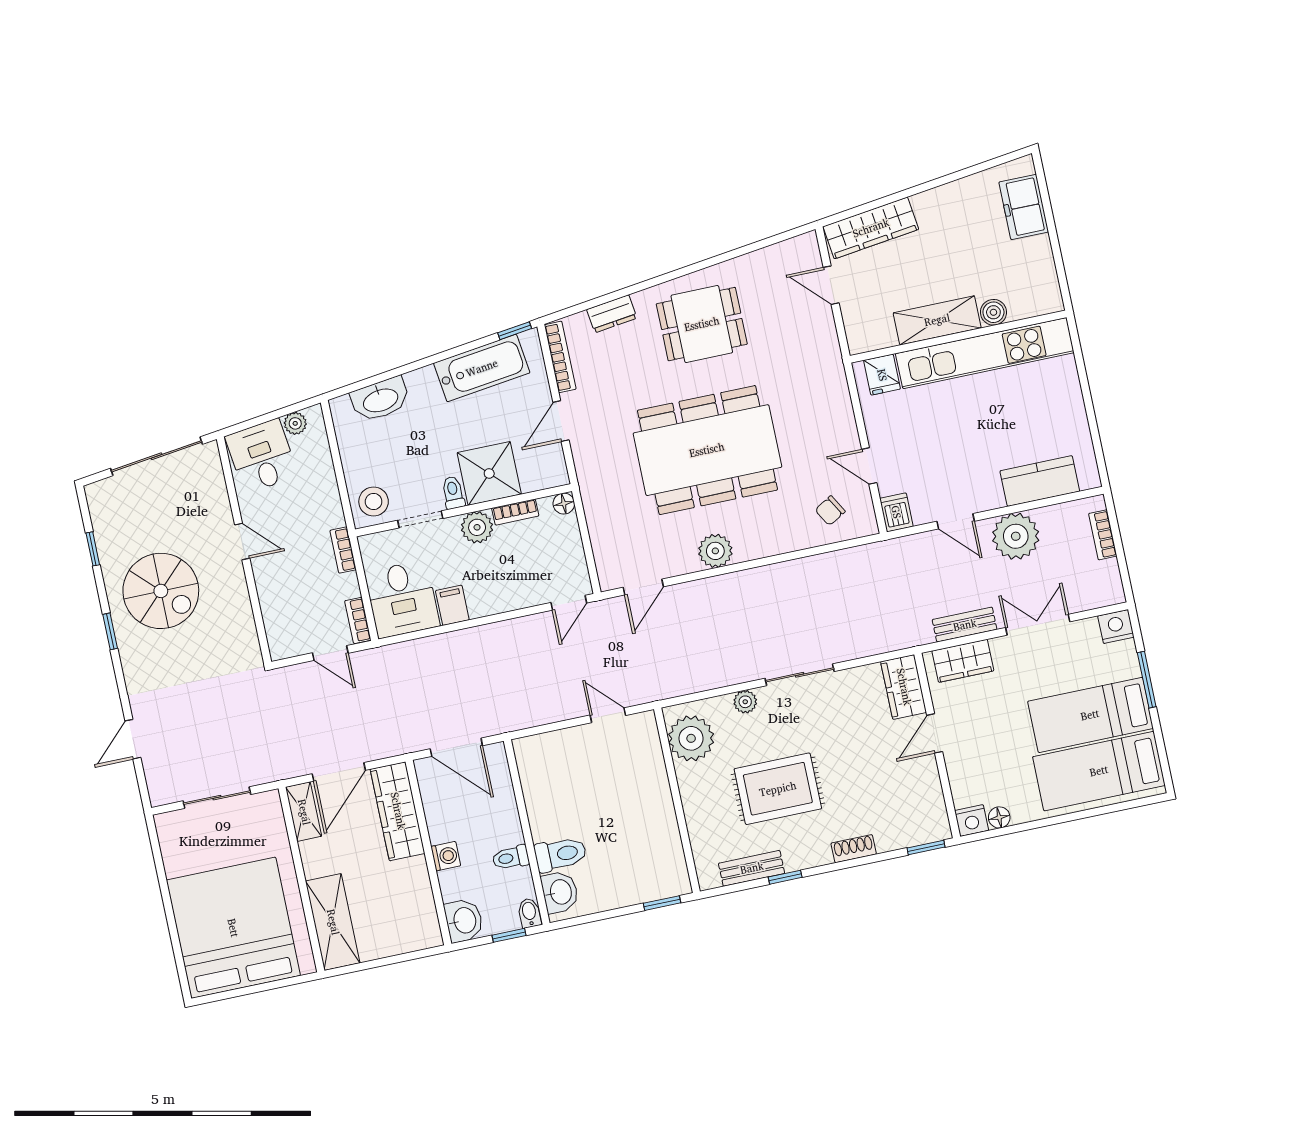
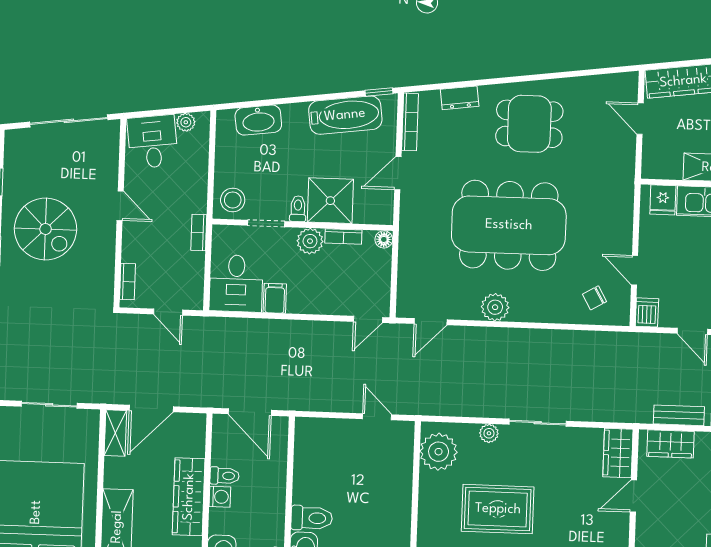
bookcase: (358, 620) -> (128, 281), moved, turned 180
wardrobe: (398, 811) -> (189, 497), moved
toilet: (511, 858) -> (225, 476), moved, turned 180

